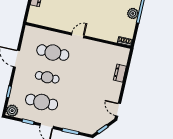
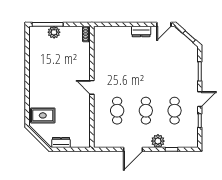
cafe table: (53, 53) -> (117, 111), width x0.73, depth x0.74
dresser: (120, 73) -> (141, 31), moved
cafe table: (42, 102) -> (175, 111), width x0.73, depth x0.74
plant: (12, 111) -> (158, 141), moved

